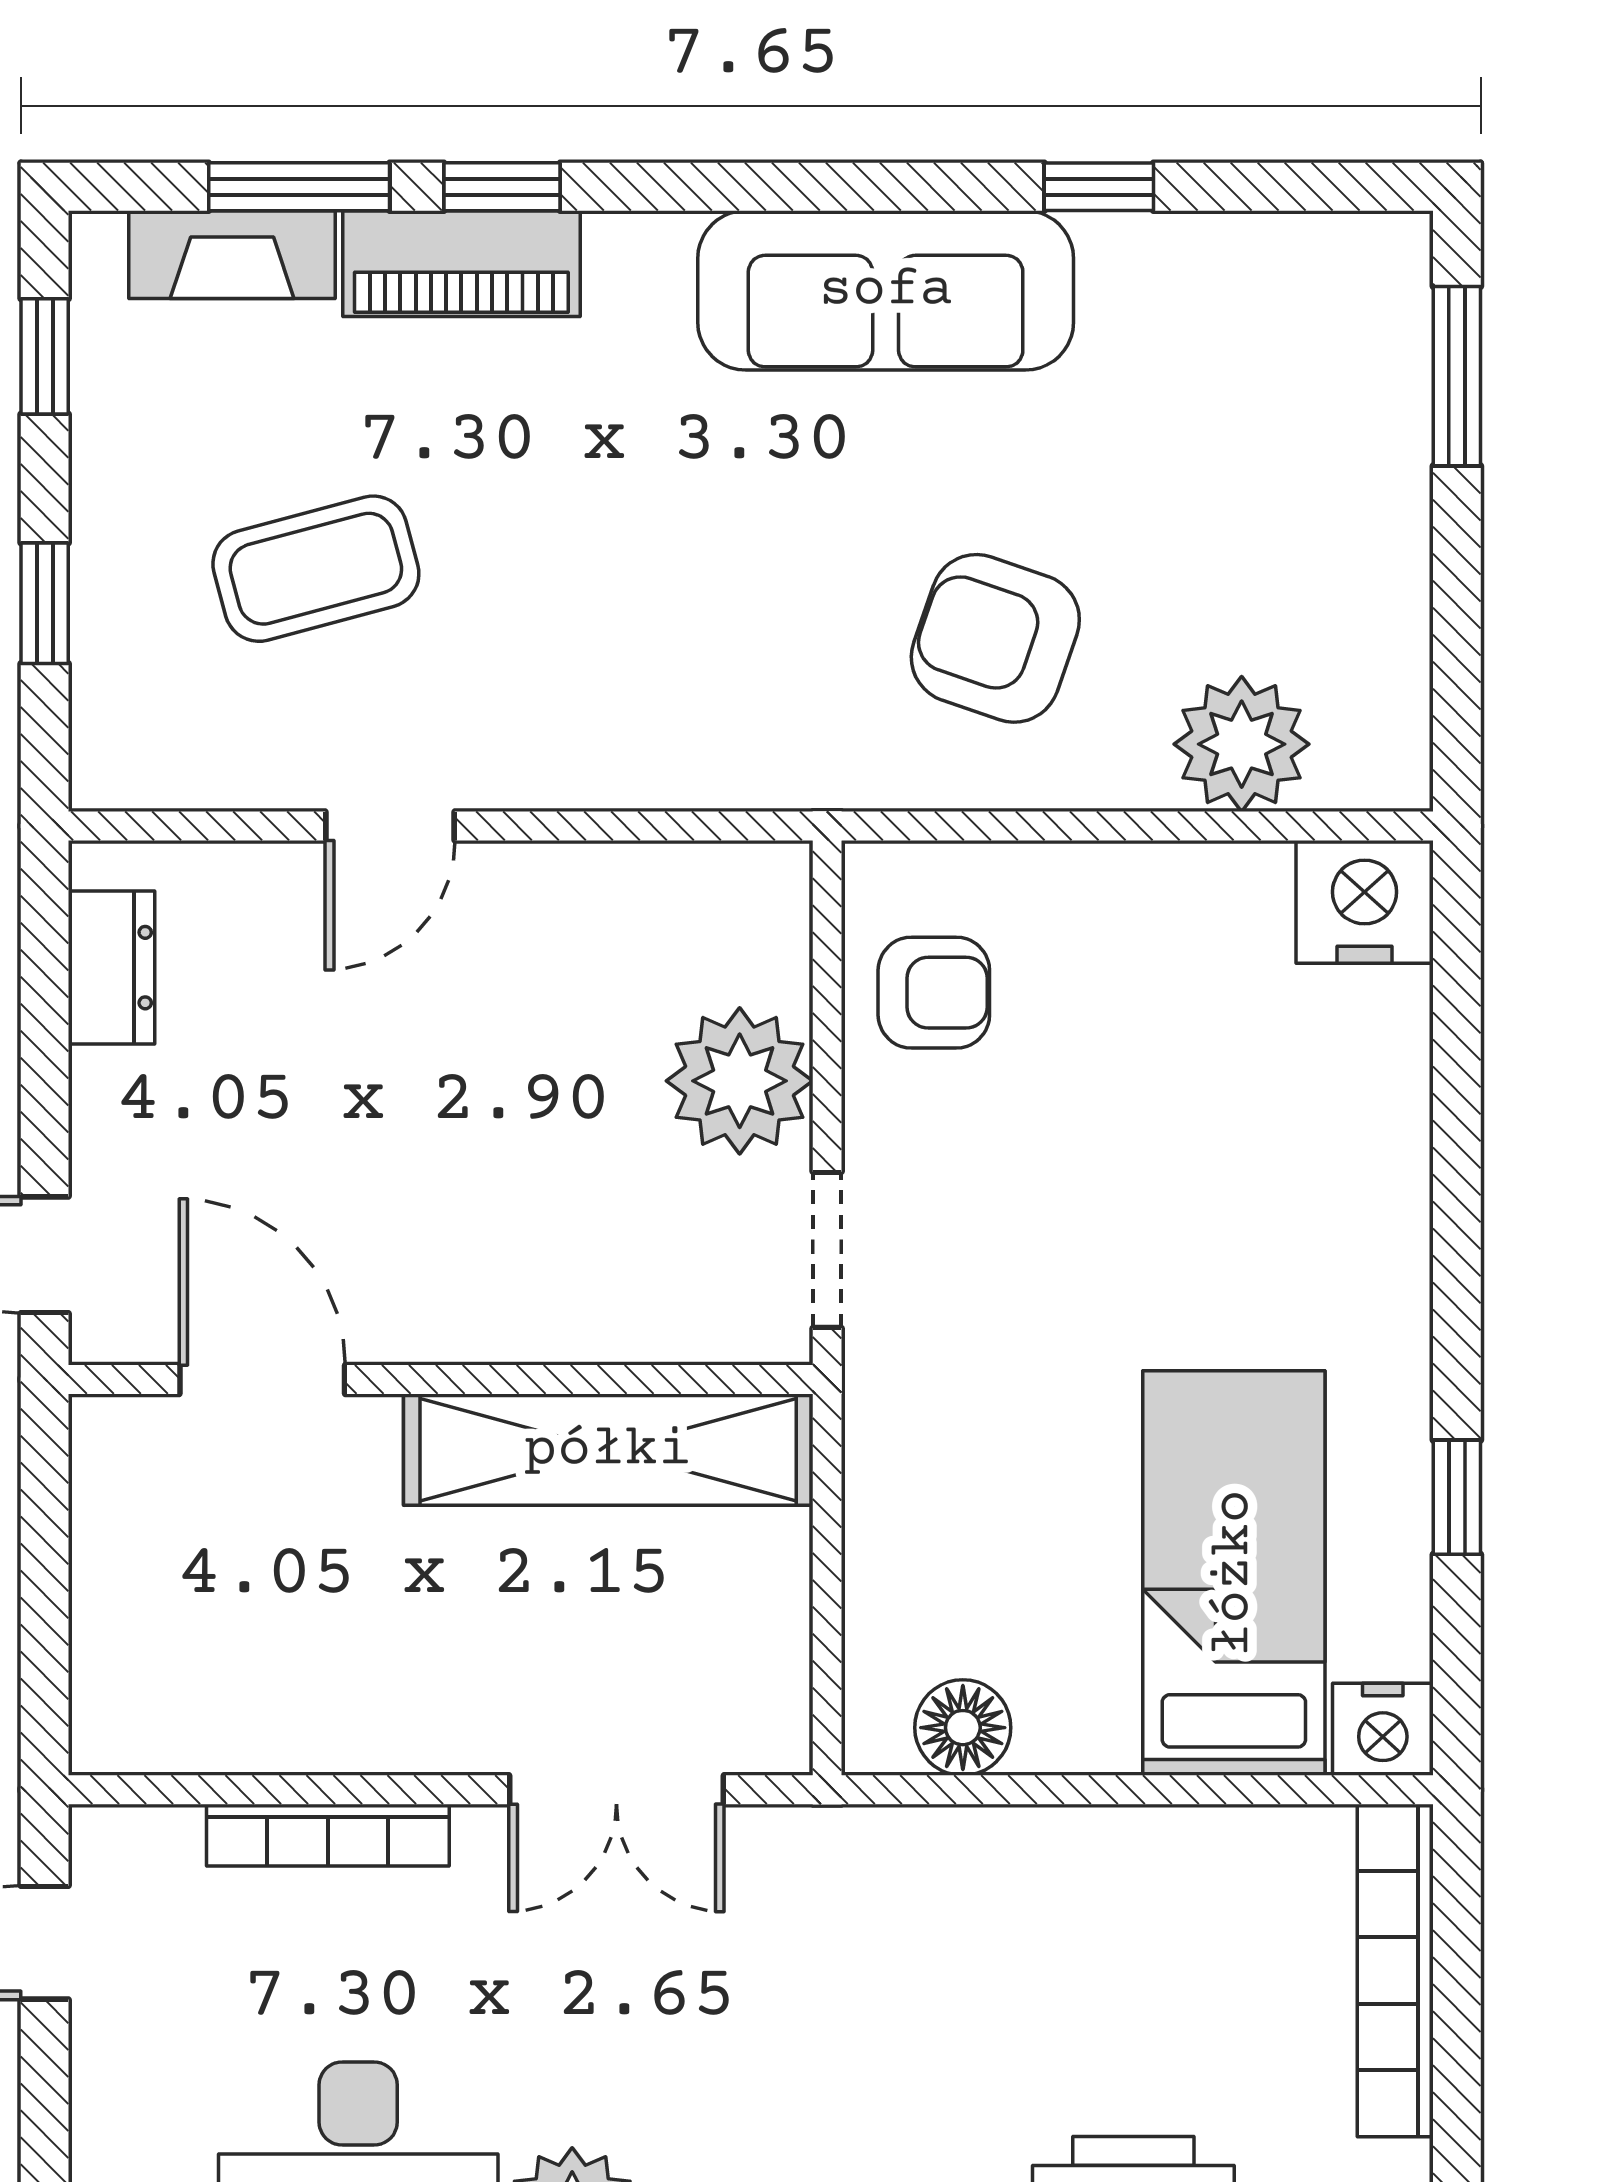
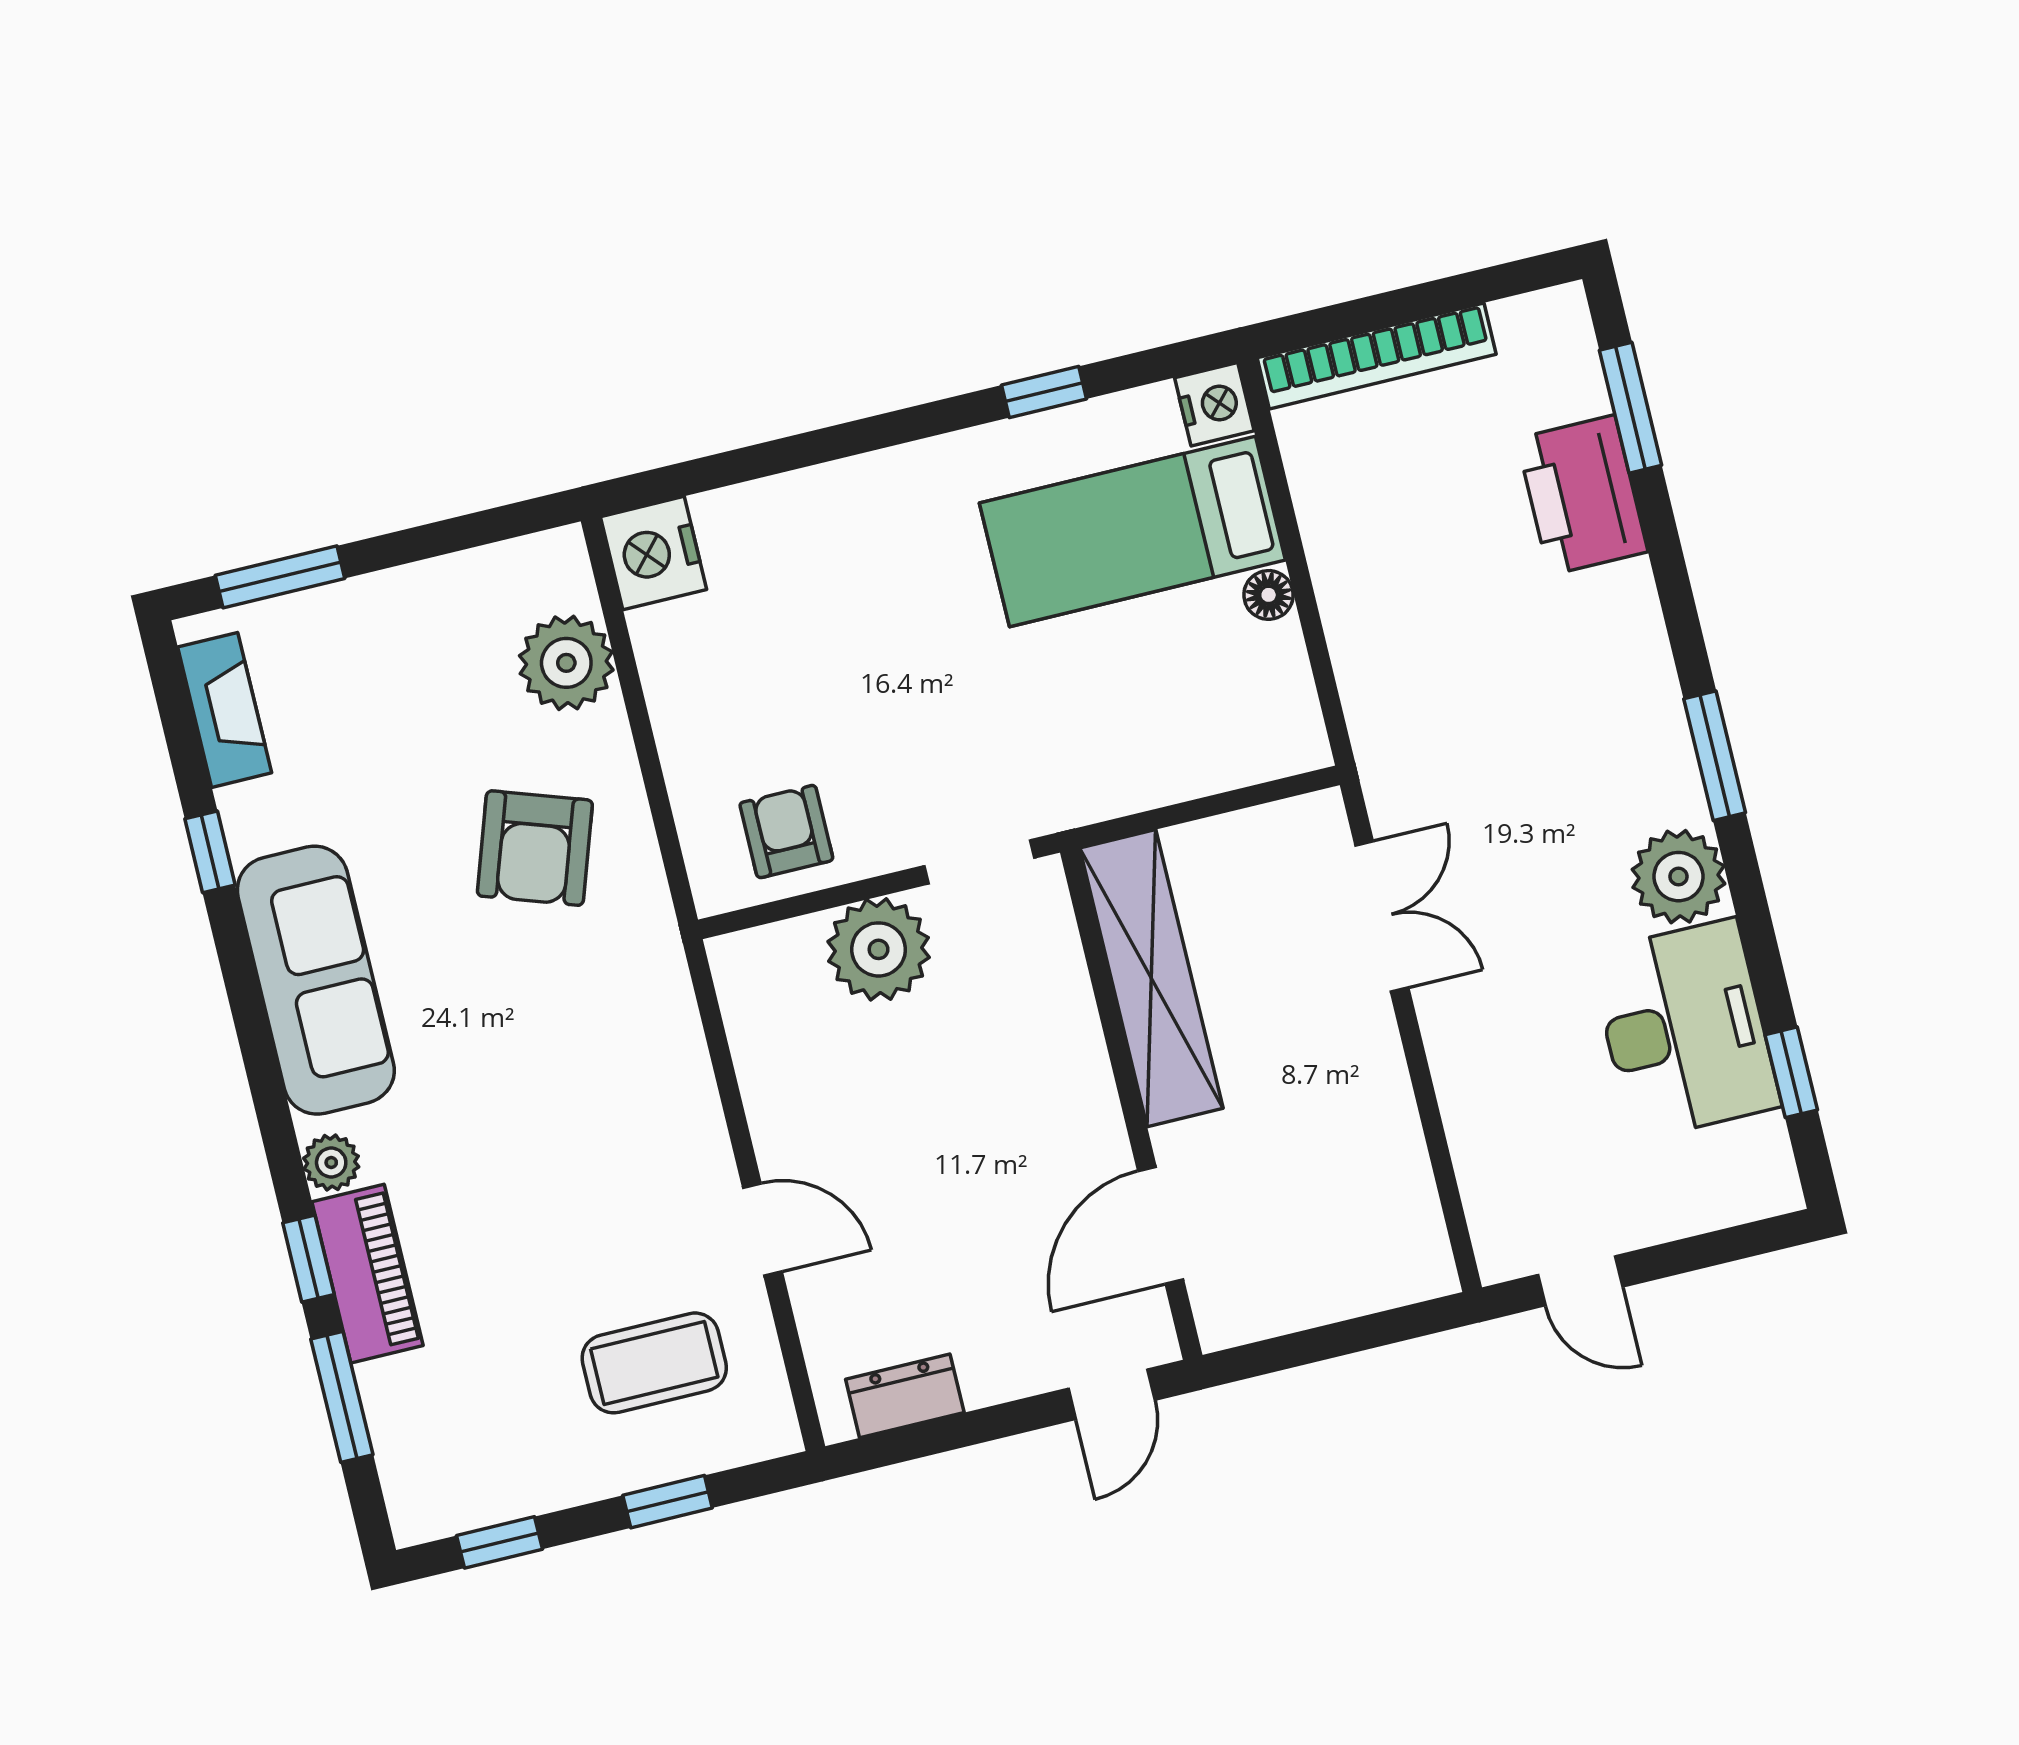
plant: (628, 251) -> (331, 1163), added
fireplace: (232, 255) -> (225, 710), moved
coffee table: (316, 569) -> (654, 1363), moved, turned -75
floor lamp: (963, 1728) -> (1269, 595), moved, width x0.73, depth x0.73
bookcase: (328, 1835) -> (1460, 1106), removed

